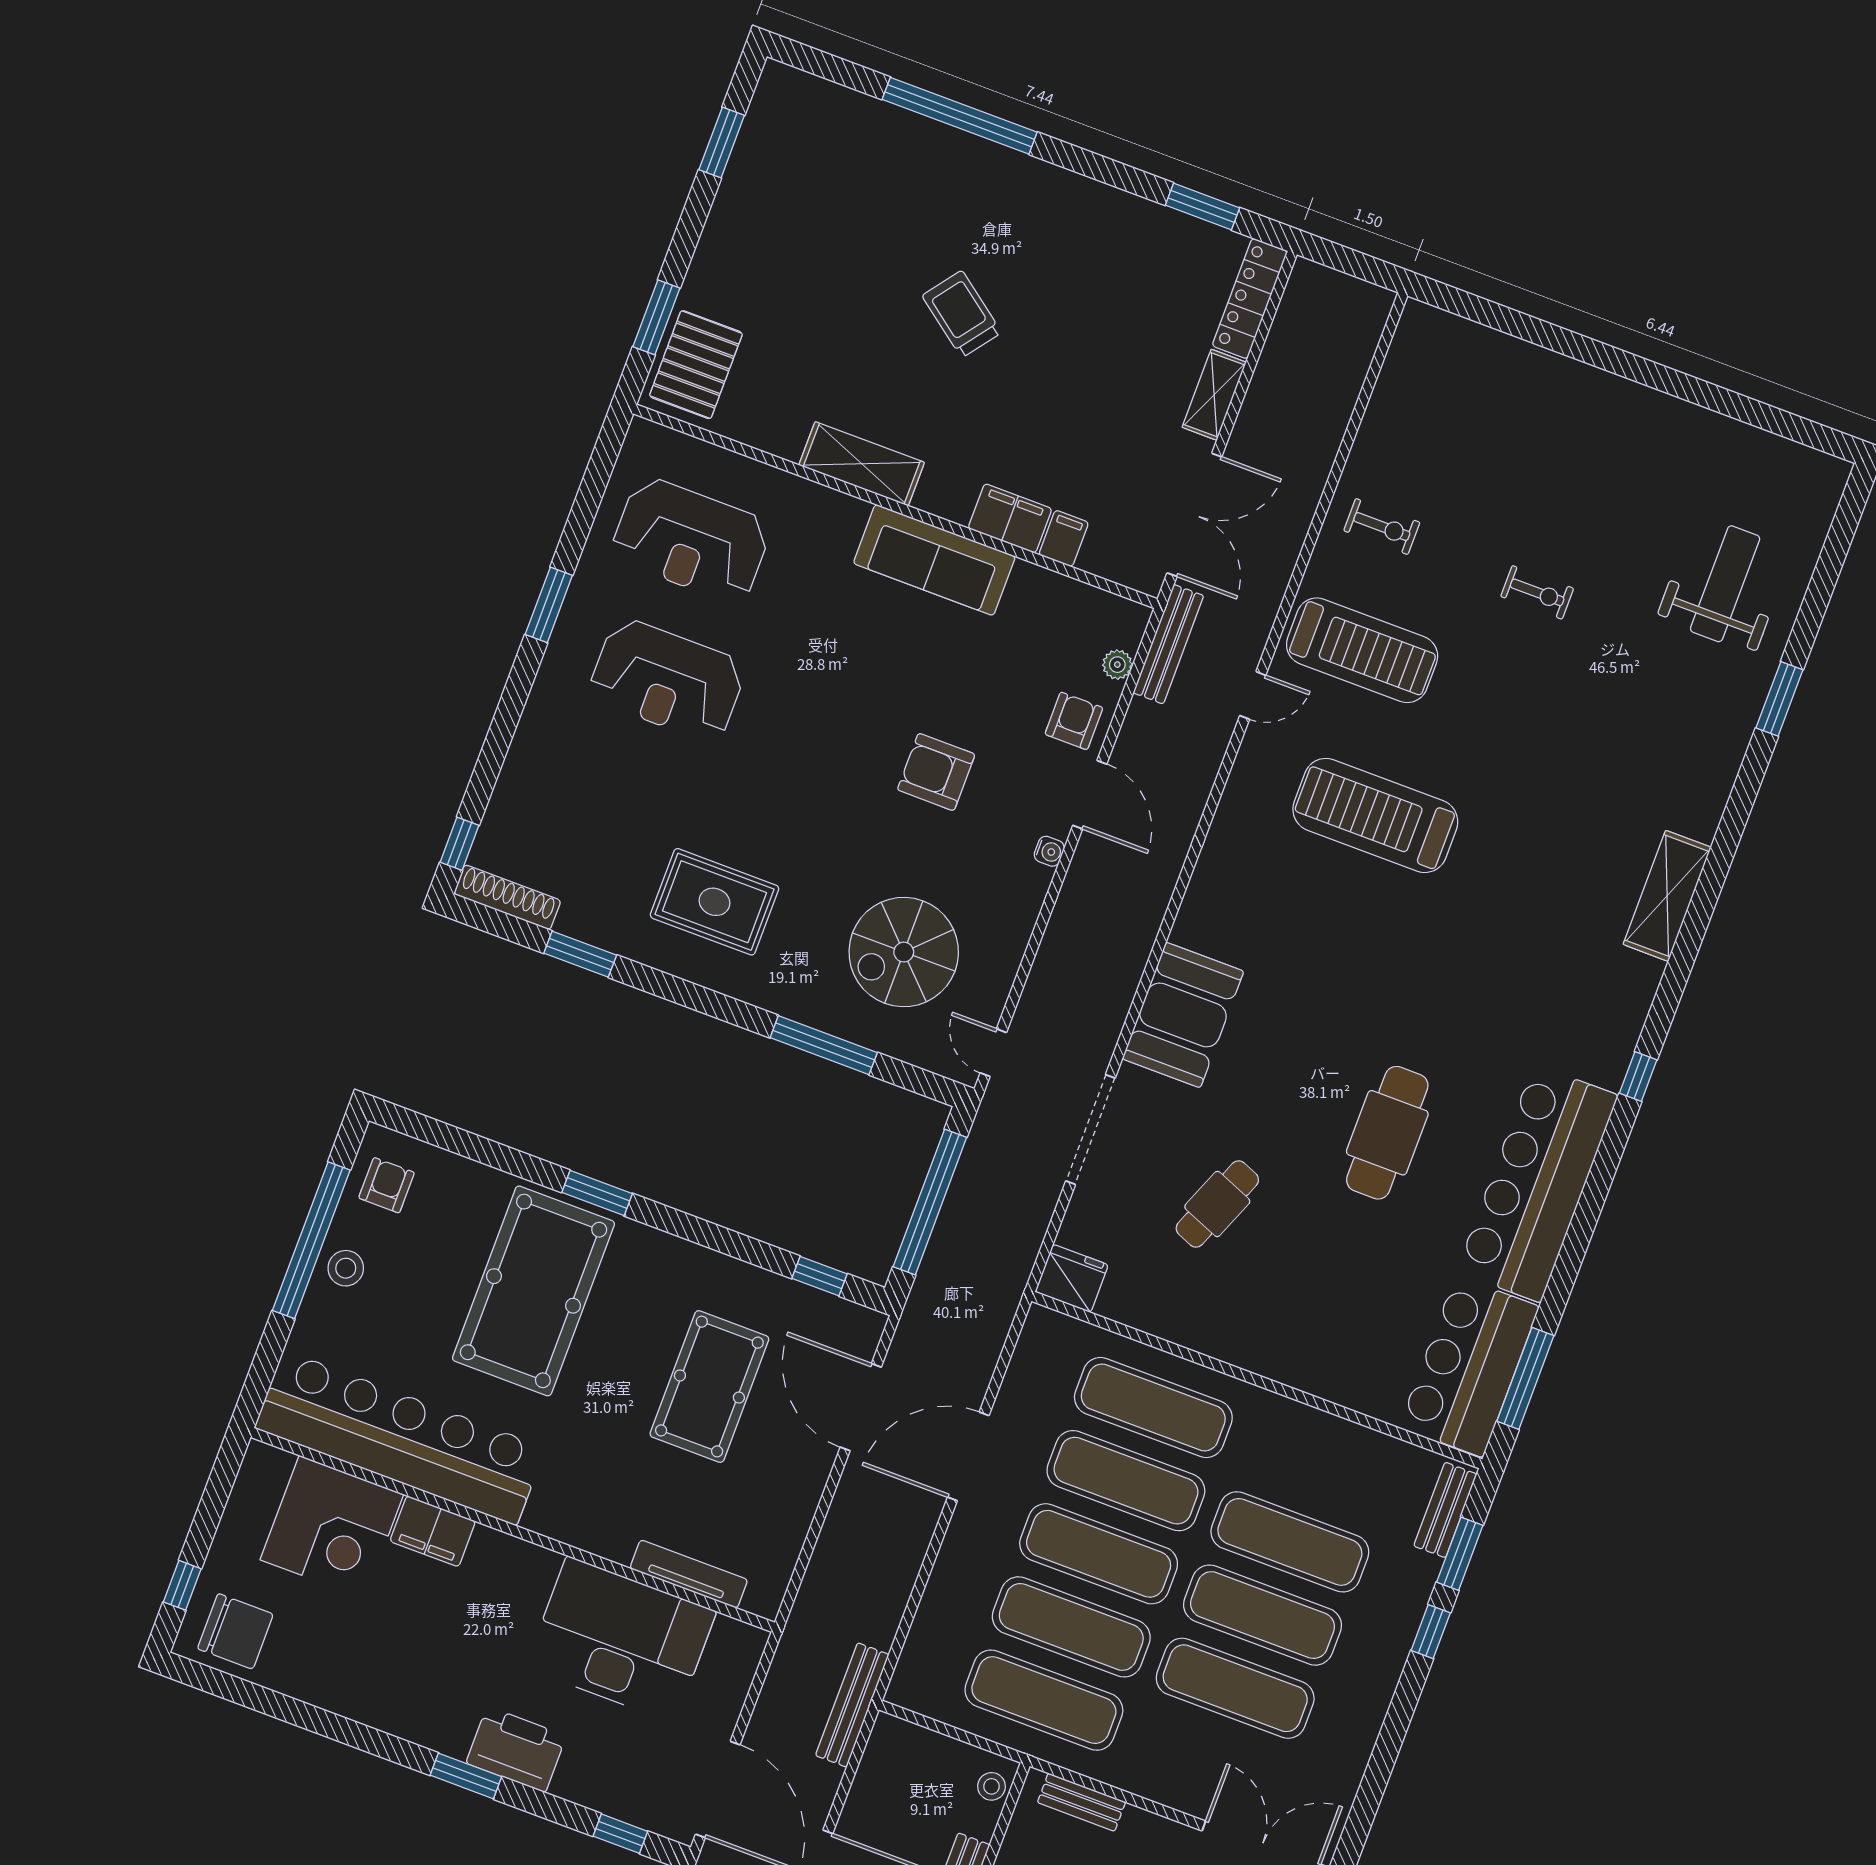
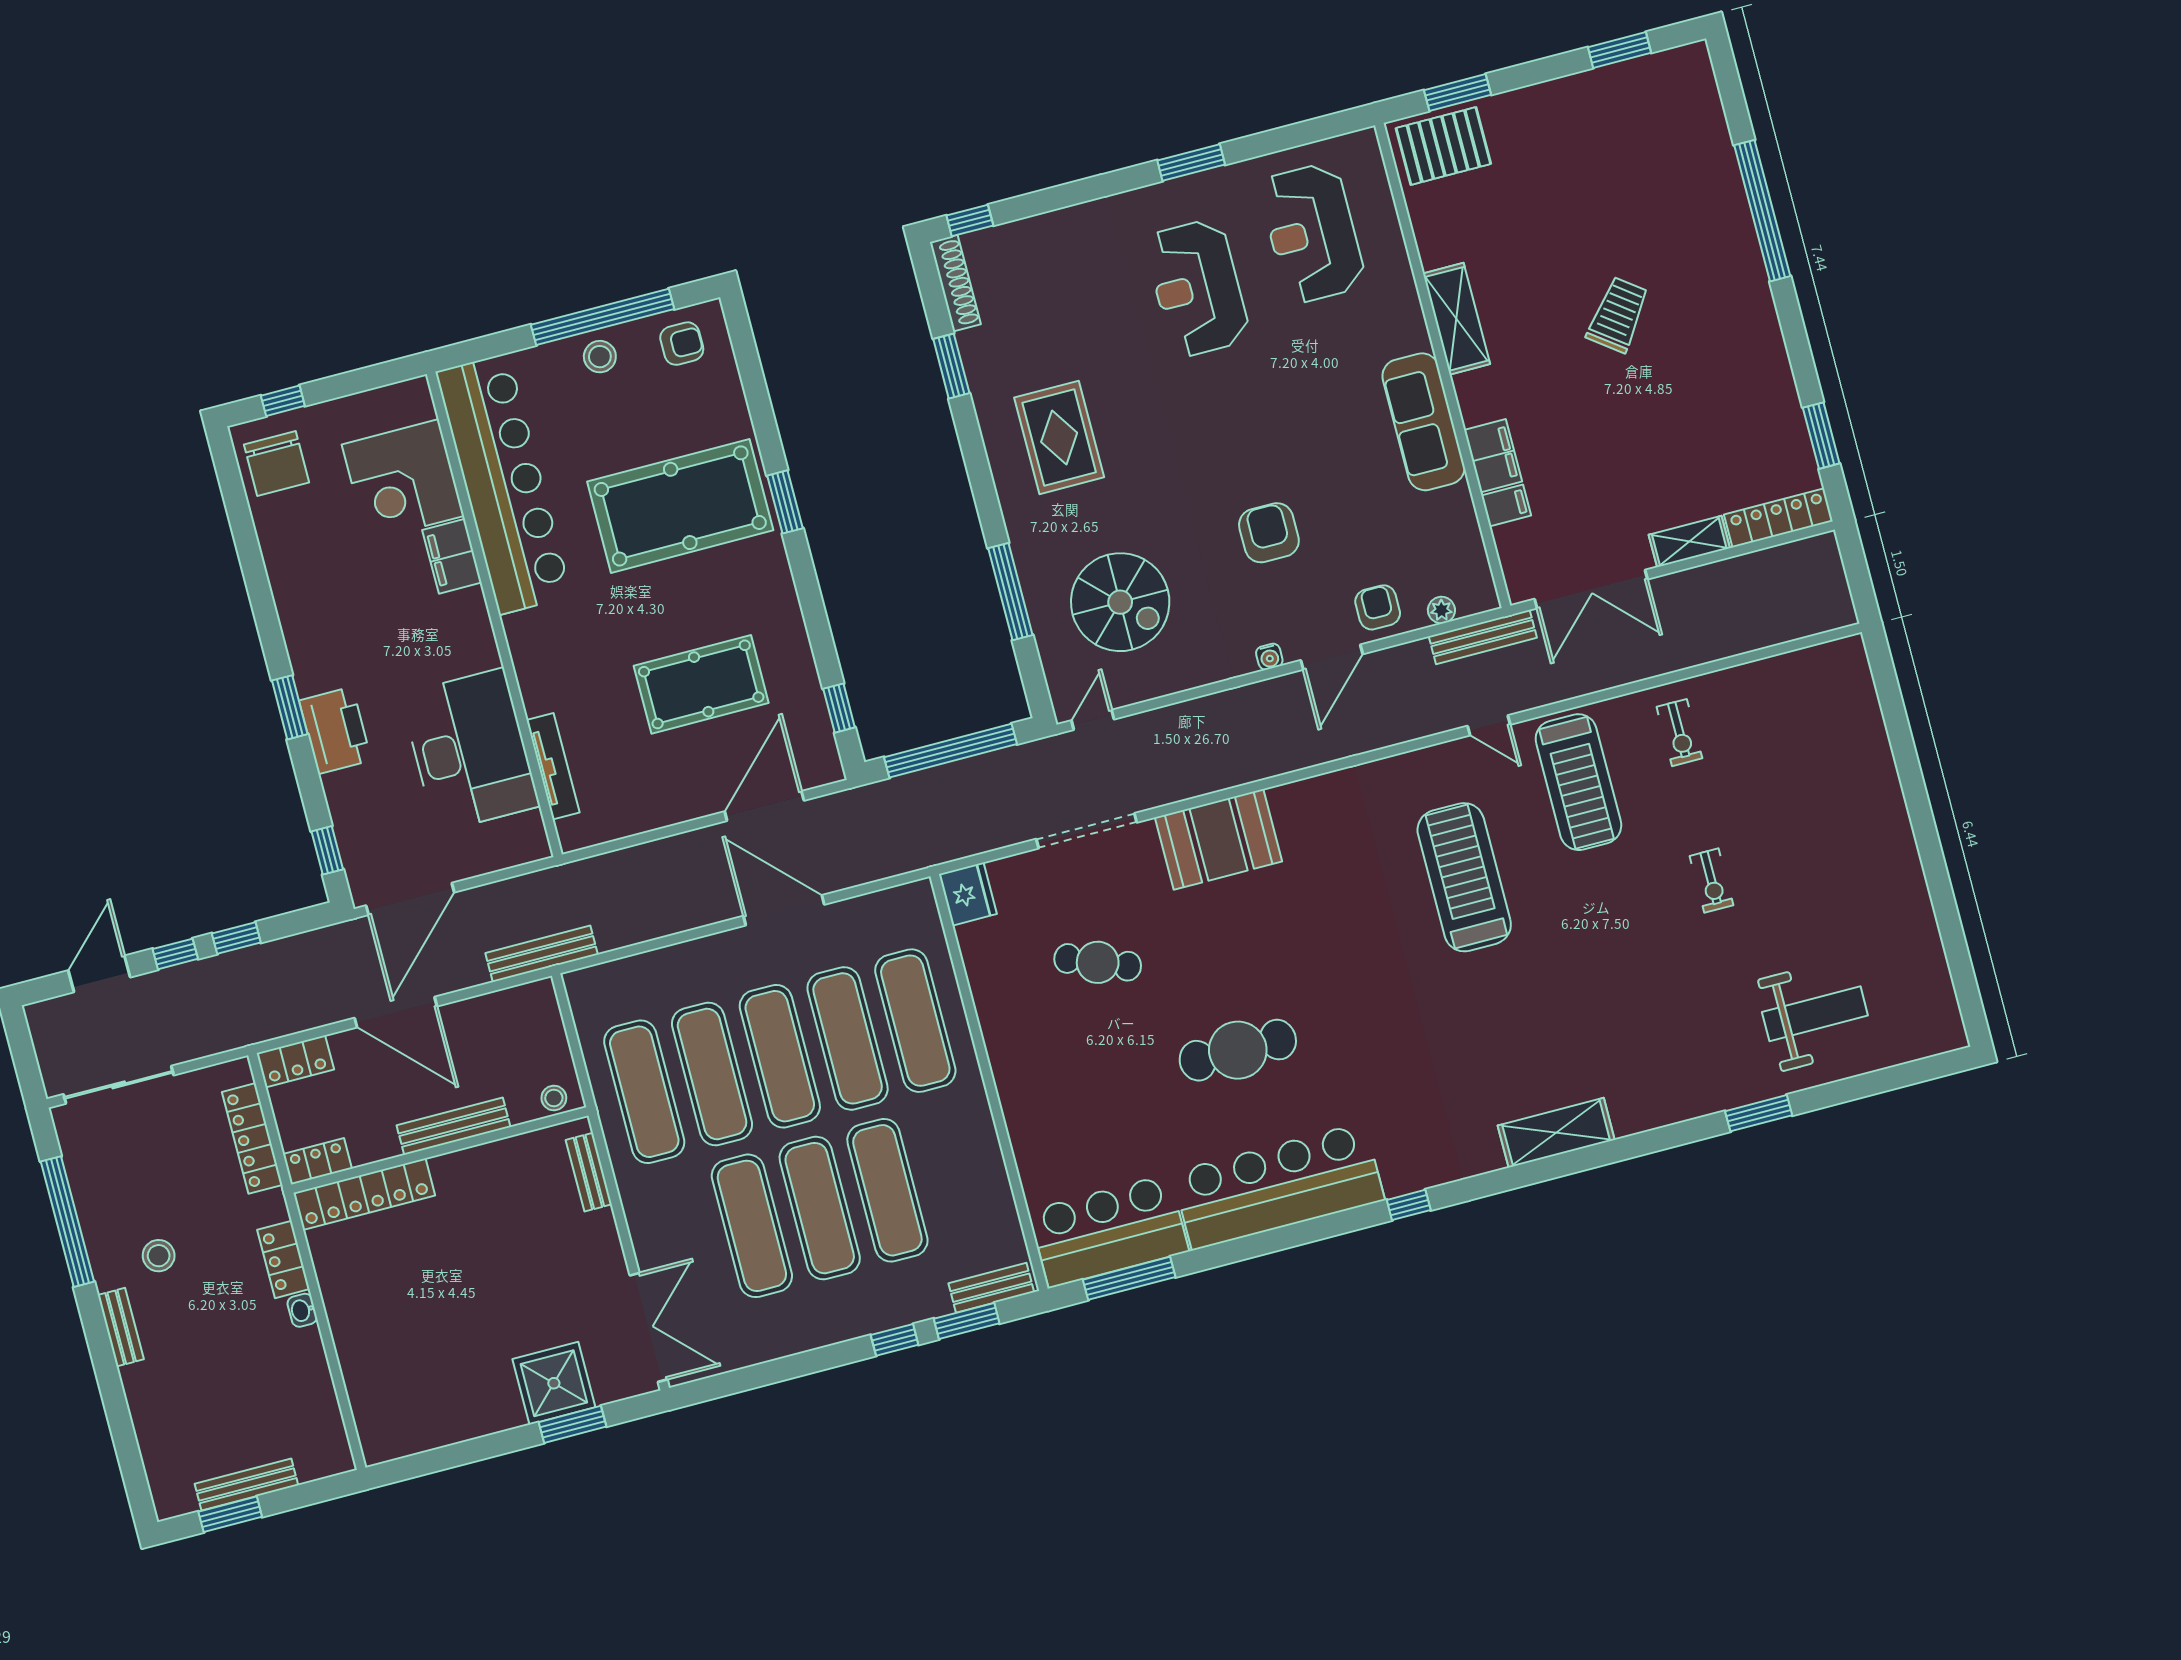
armchair: (1074, 721) -> (1378, 607), turned -90
spiral stairs: (904, 952) -> (1120, 602), turned 180

